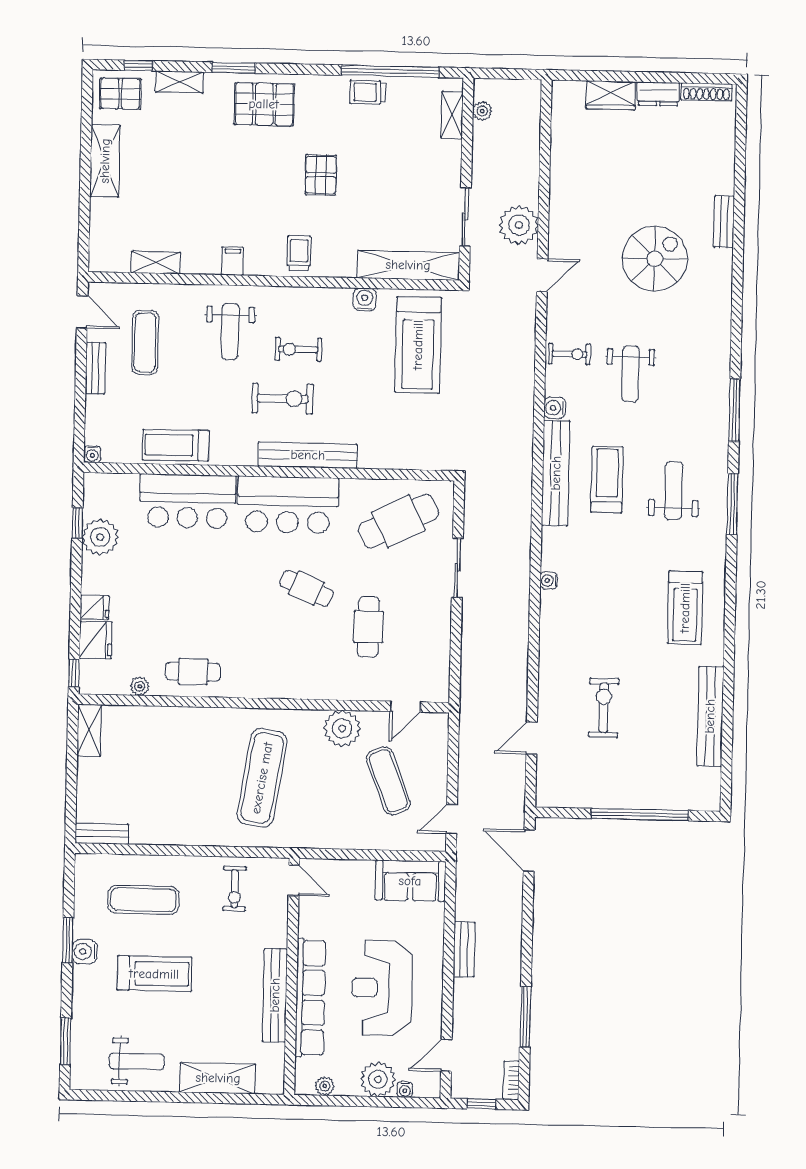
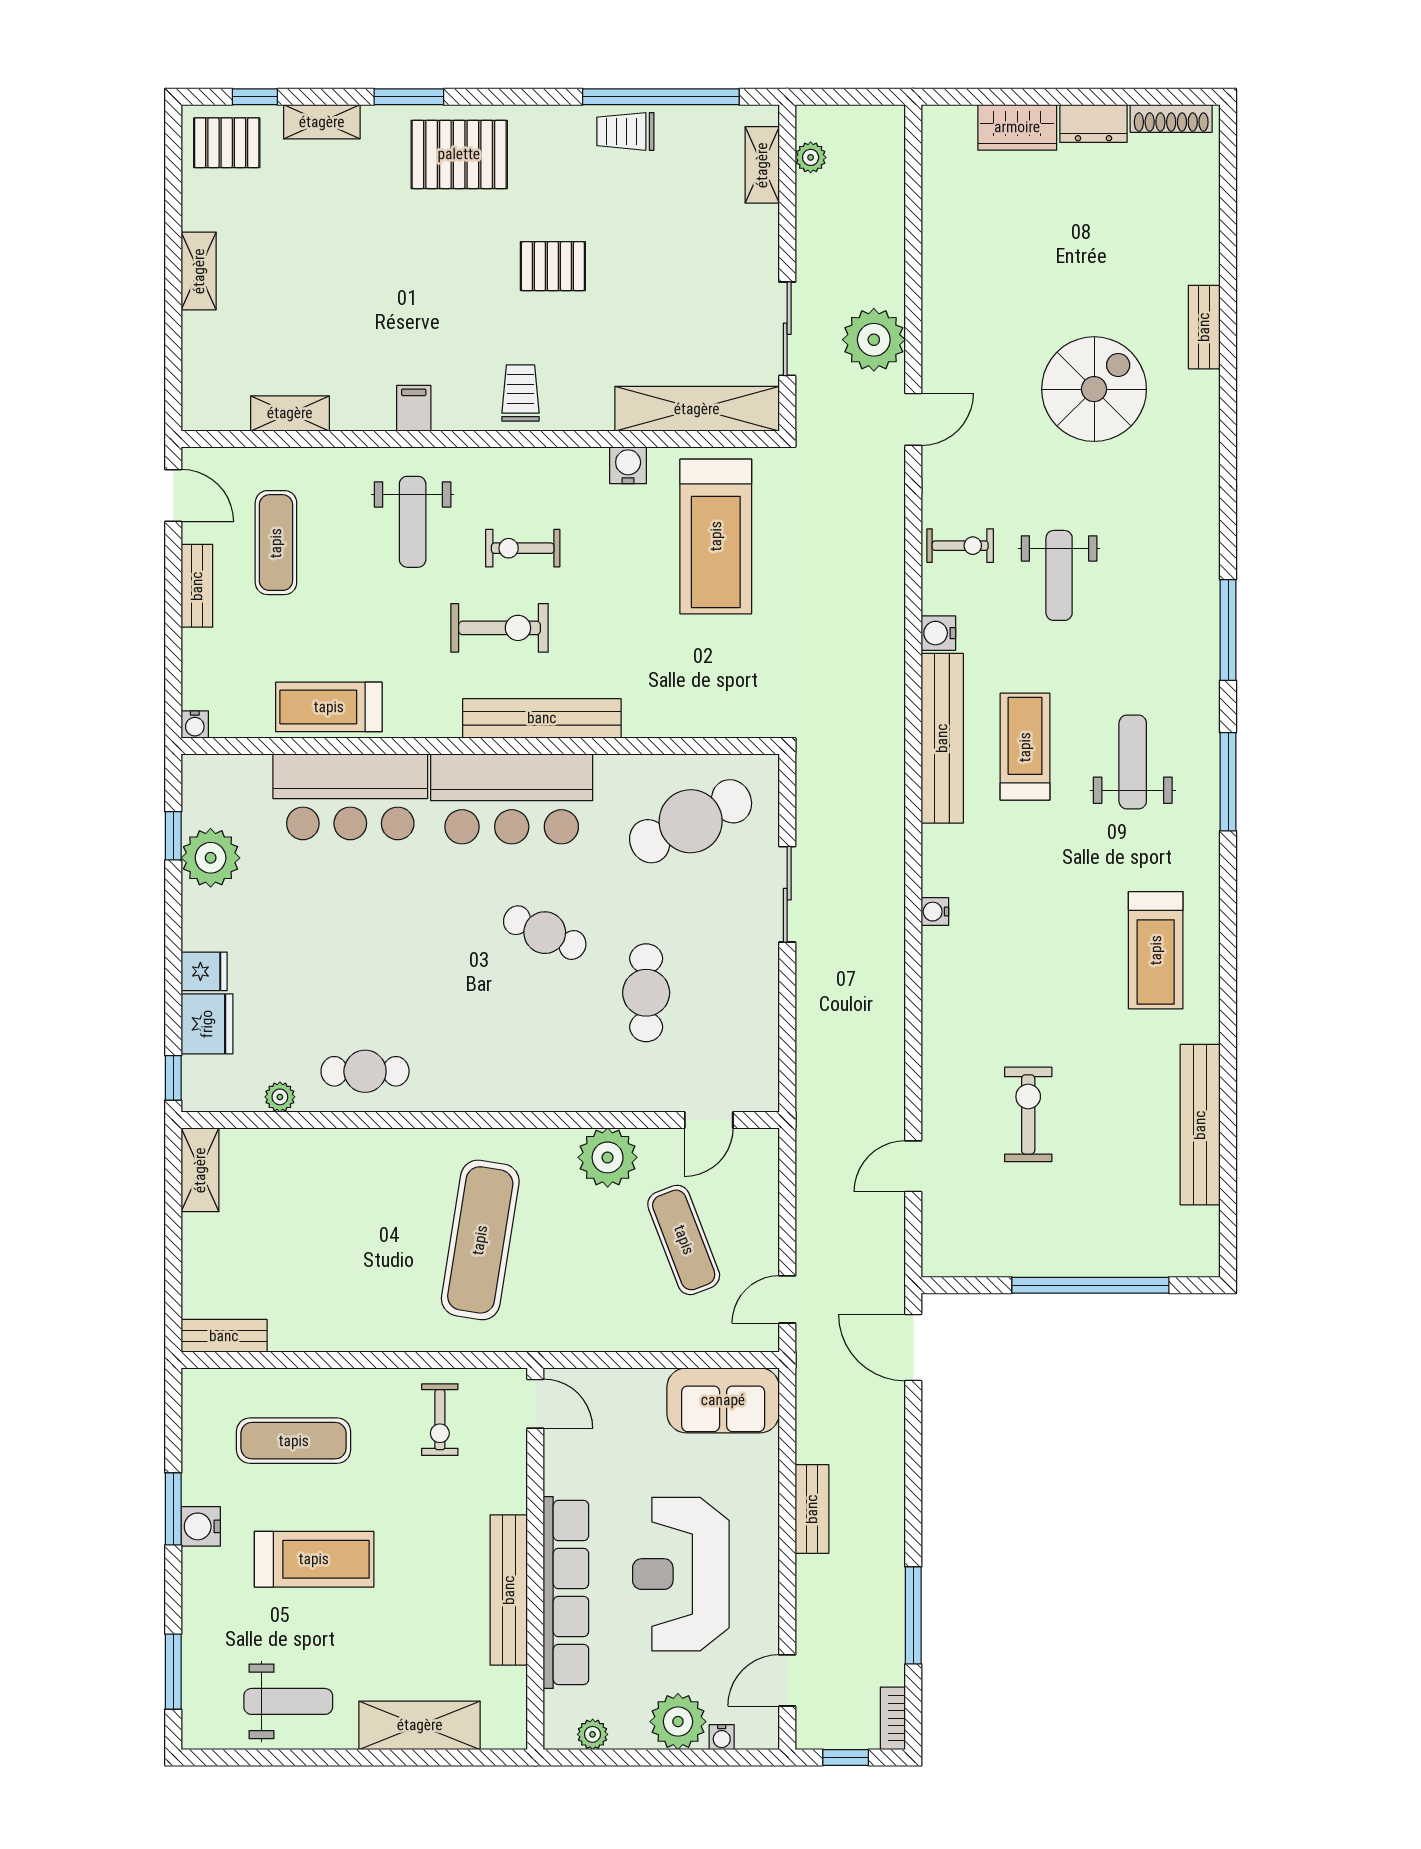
shelving: (105, 161) -> (199, 271), width x0.67, depth x0.75
pallet: (321, 175) -> (553, 266), turned 90

